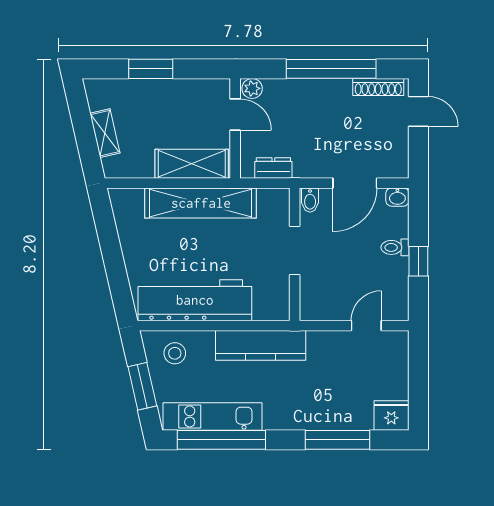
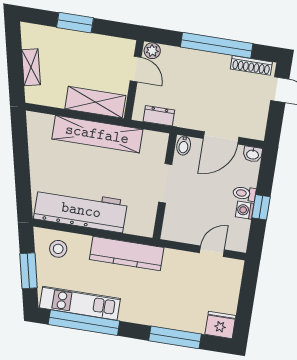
washing machine: (399, 268) -> (245, 210), added

